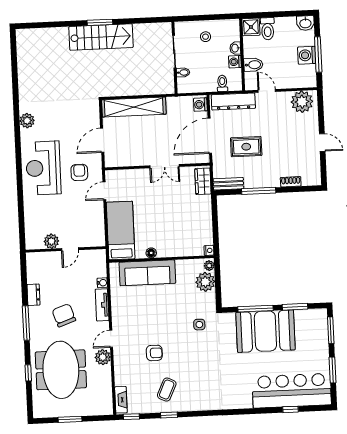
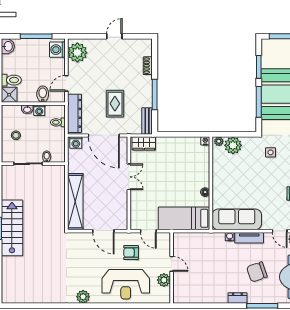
washing machine: (307, 55) -> (57, 50), moved, turned 90
plant: (51, 241) -> (164, 280), moved
wall: (66, 249) -> (172, 268), moved
door: (70, 249) -> (172, 264), moved
sofa: (147, 273) -> (237, 219), moved, turned -90

